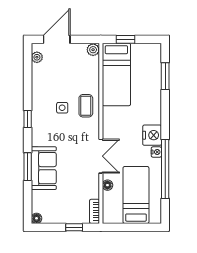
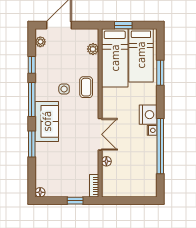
plant: (93, 50) -> (93, 49), moved
window: (165, 76) -> (160, 73), moved
window: (28, 82) -> (32, 65), added
window: (28, 119) -> (32, 100), width x2.17
sofa: (44, 168) -> (47, 121), moved
bed: (136, 195) -> (141, 55), moved, turned 180

